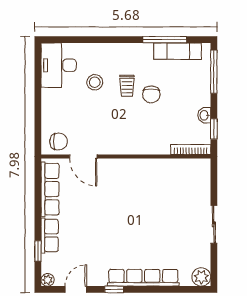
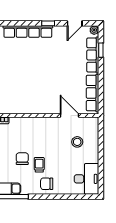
stool: (95, 82) -> (77, 142), moved
chair: (59, 141) -> (47, 184), moved
row of seats: (50, 235) -> (93, 55), width x1.48

